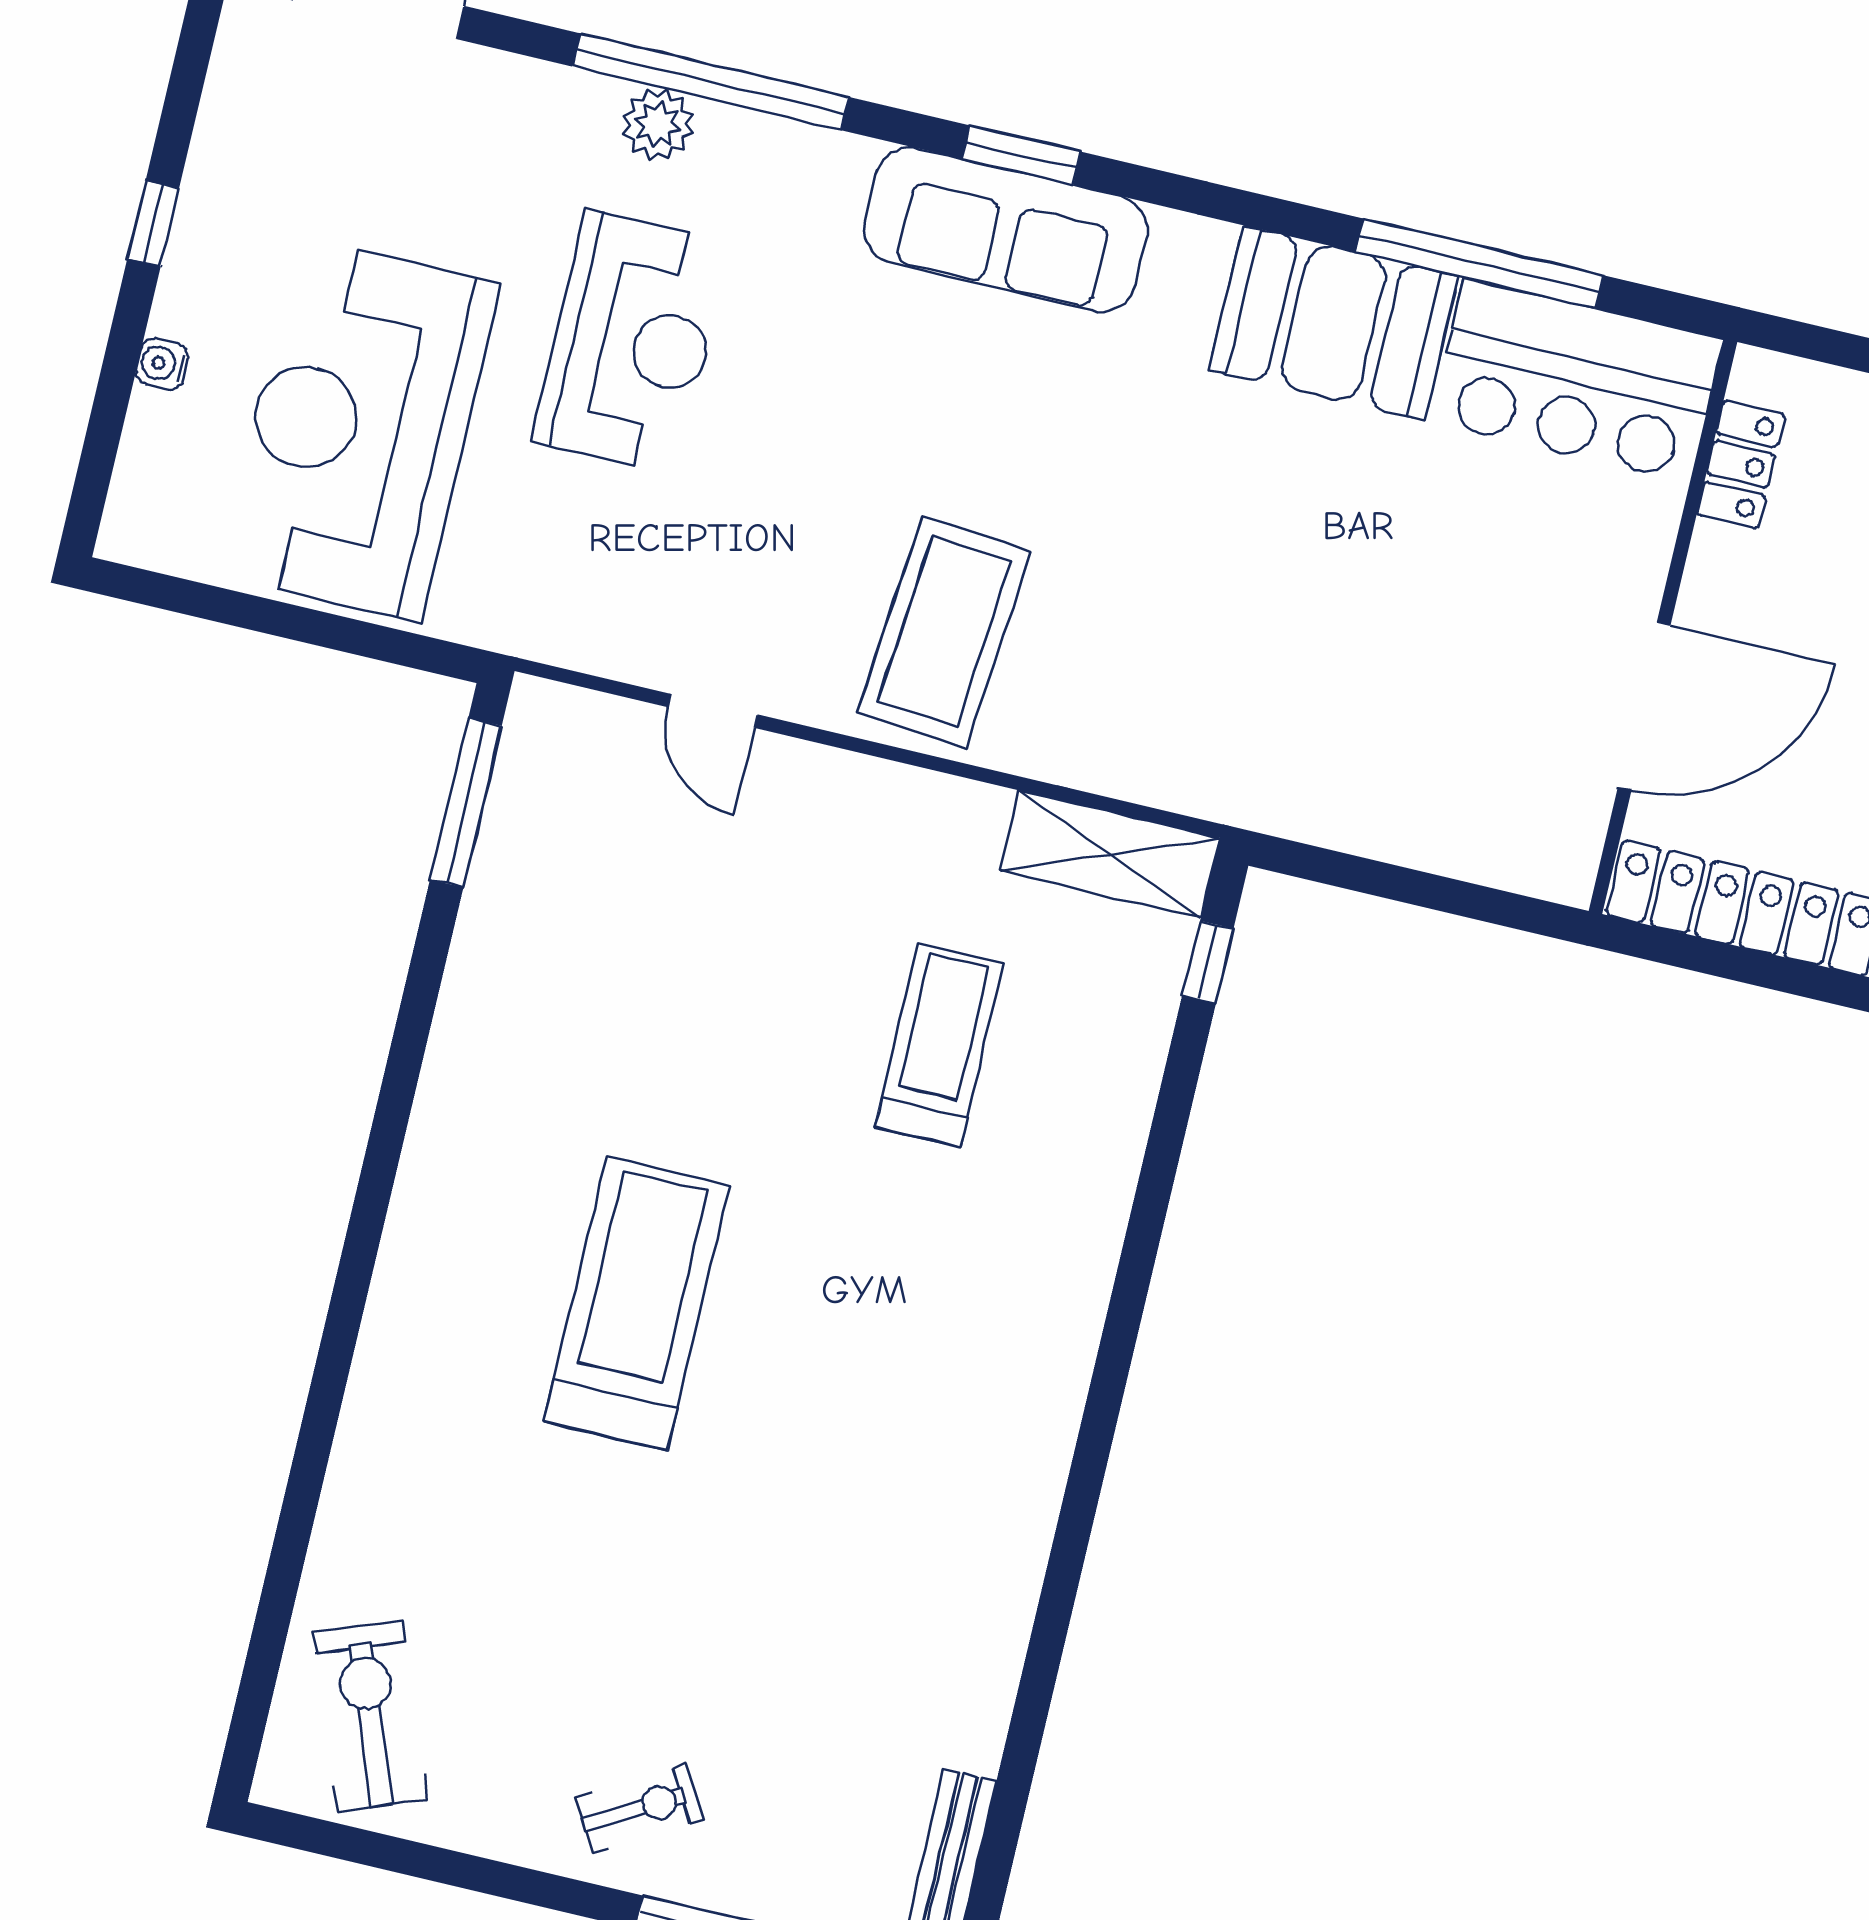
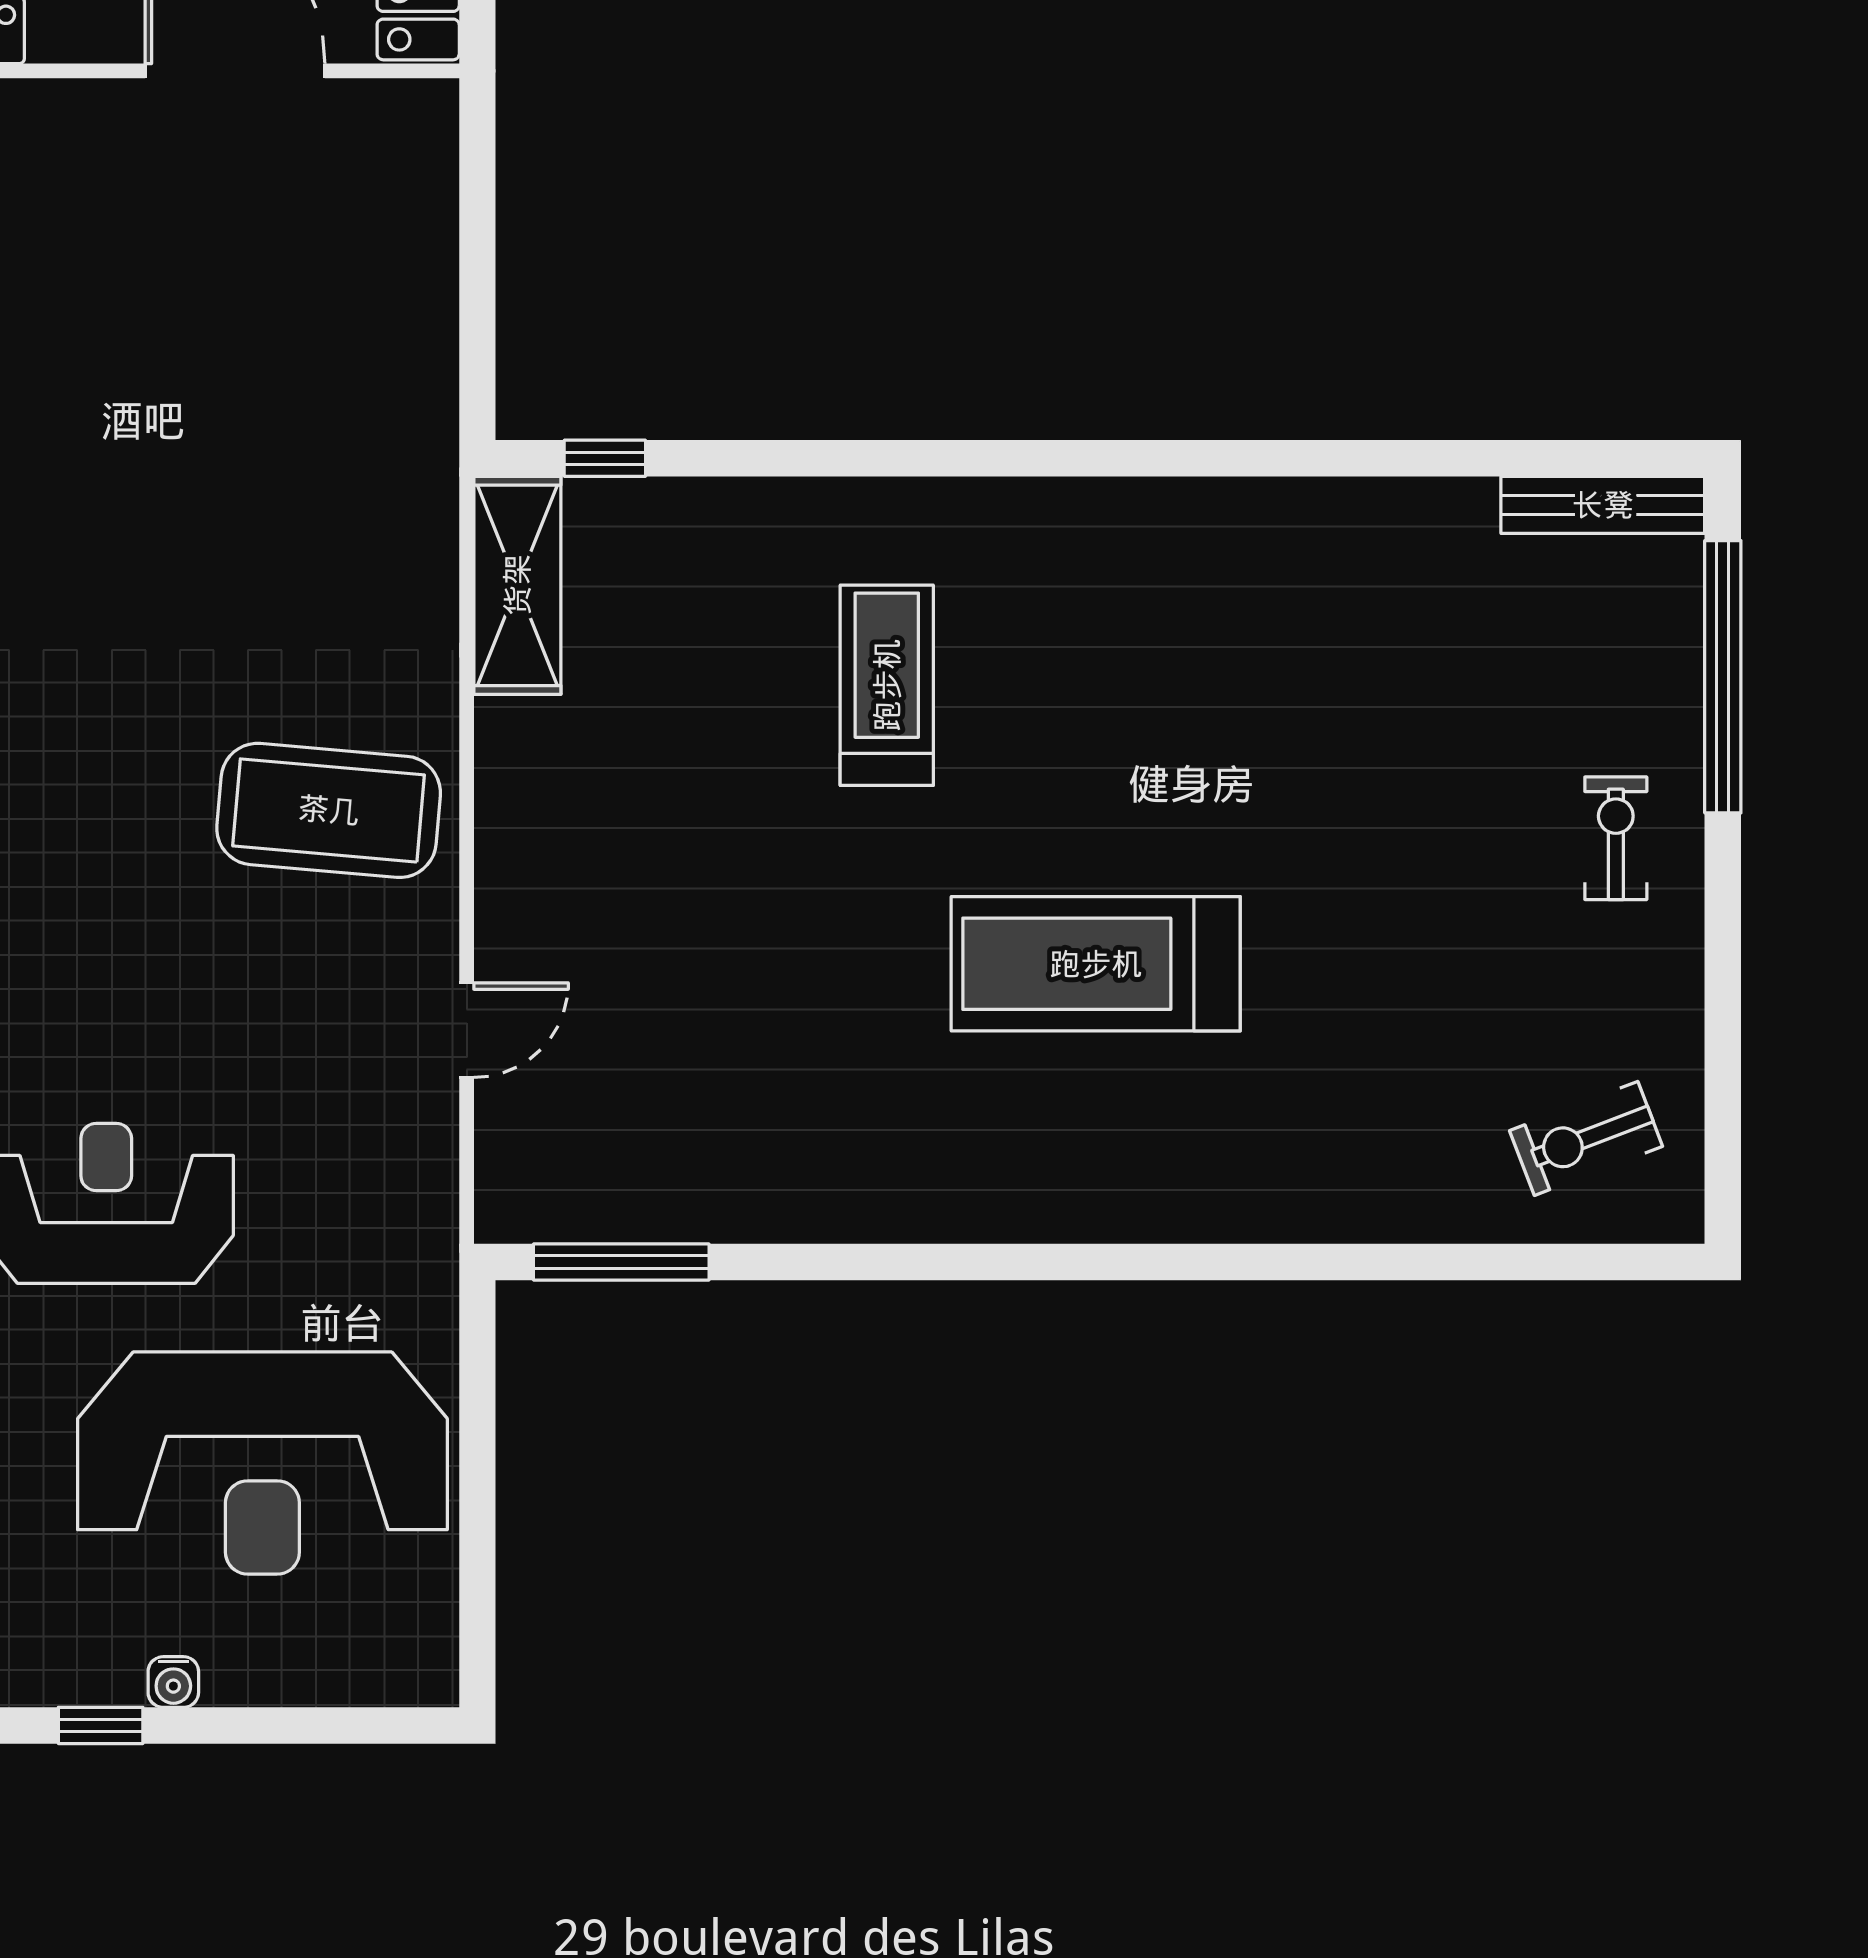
water cooler: (162, 364) -> (173, 1682), moved
treadmill: (939, 1045) -> (887, 685), moved, turned 90
exercise bike: (370, 1716) -> (1586, 1138), width x0.73, depth x0.72
exercise bike: (639, 1808) -> (1616, 838), turned 30

